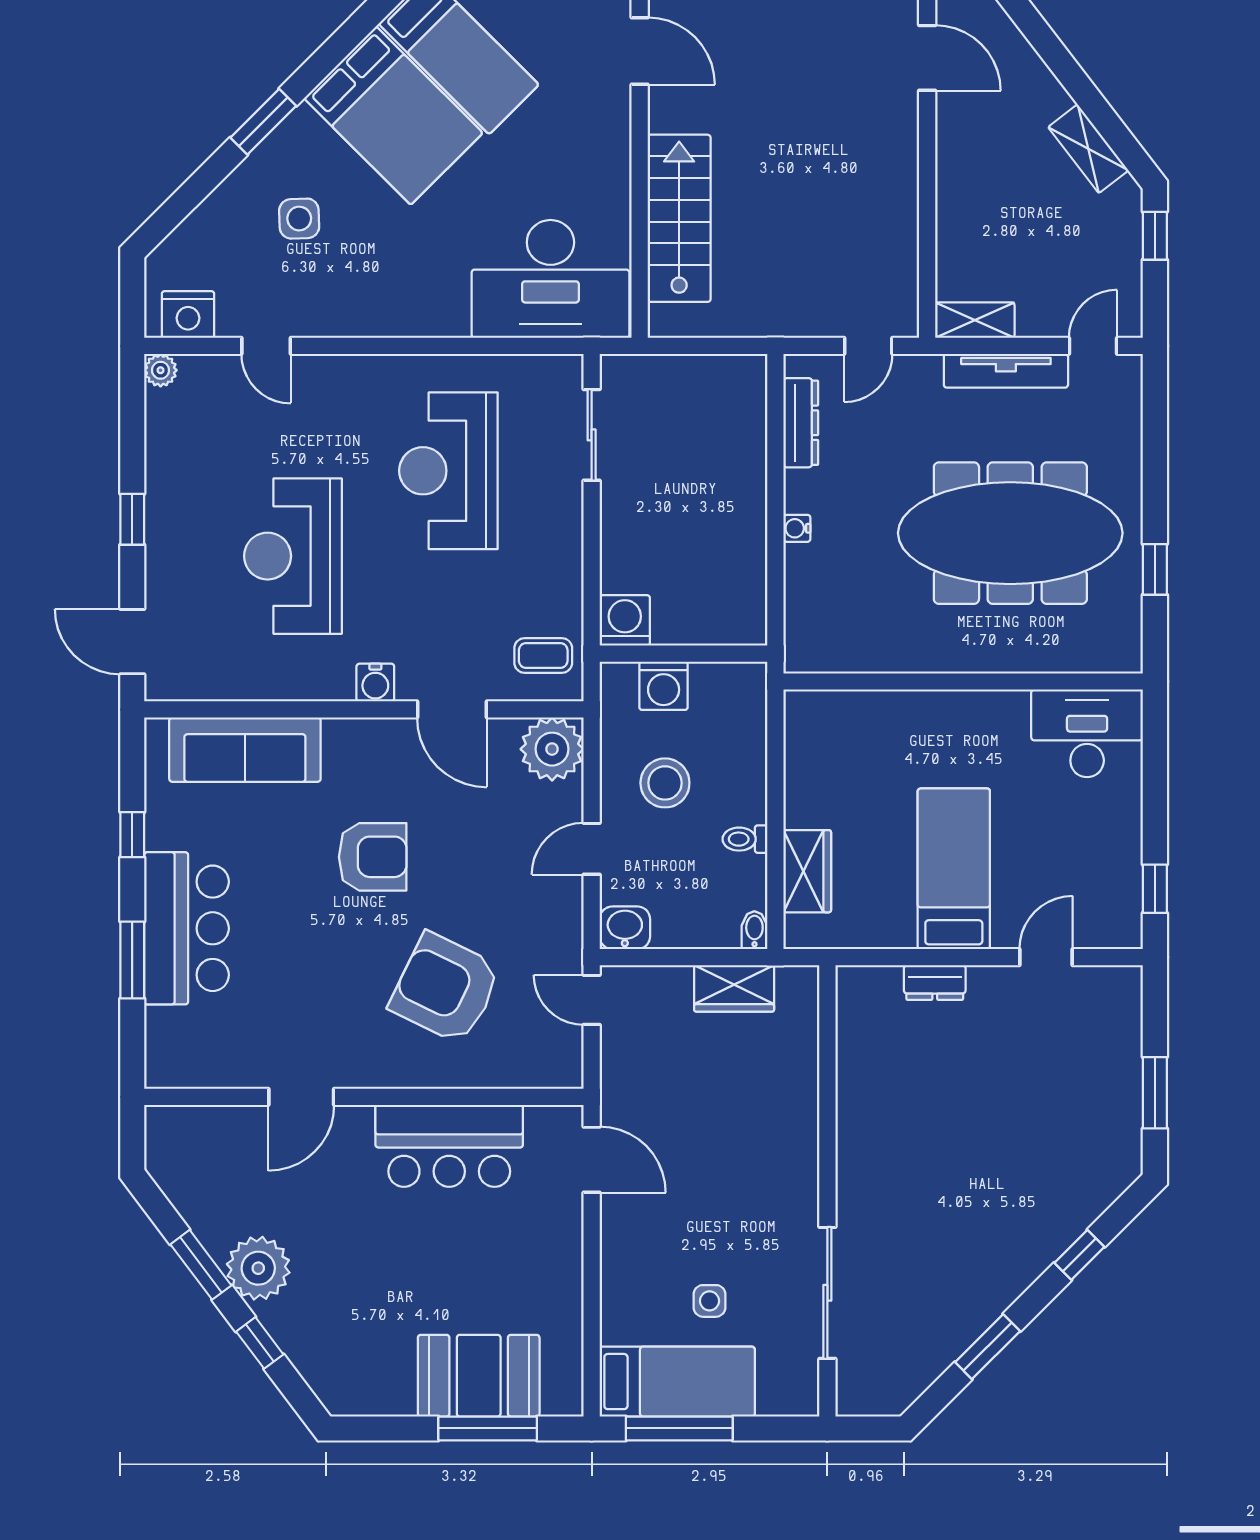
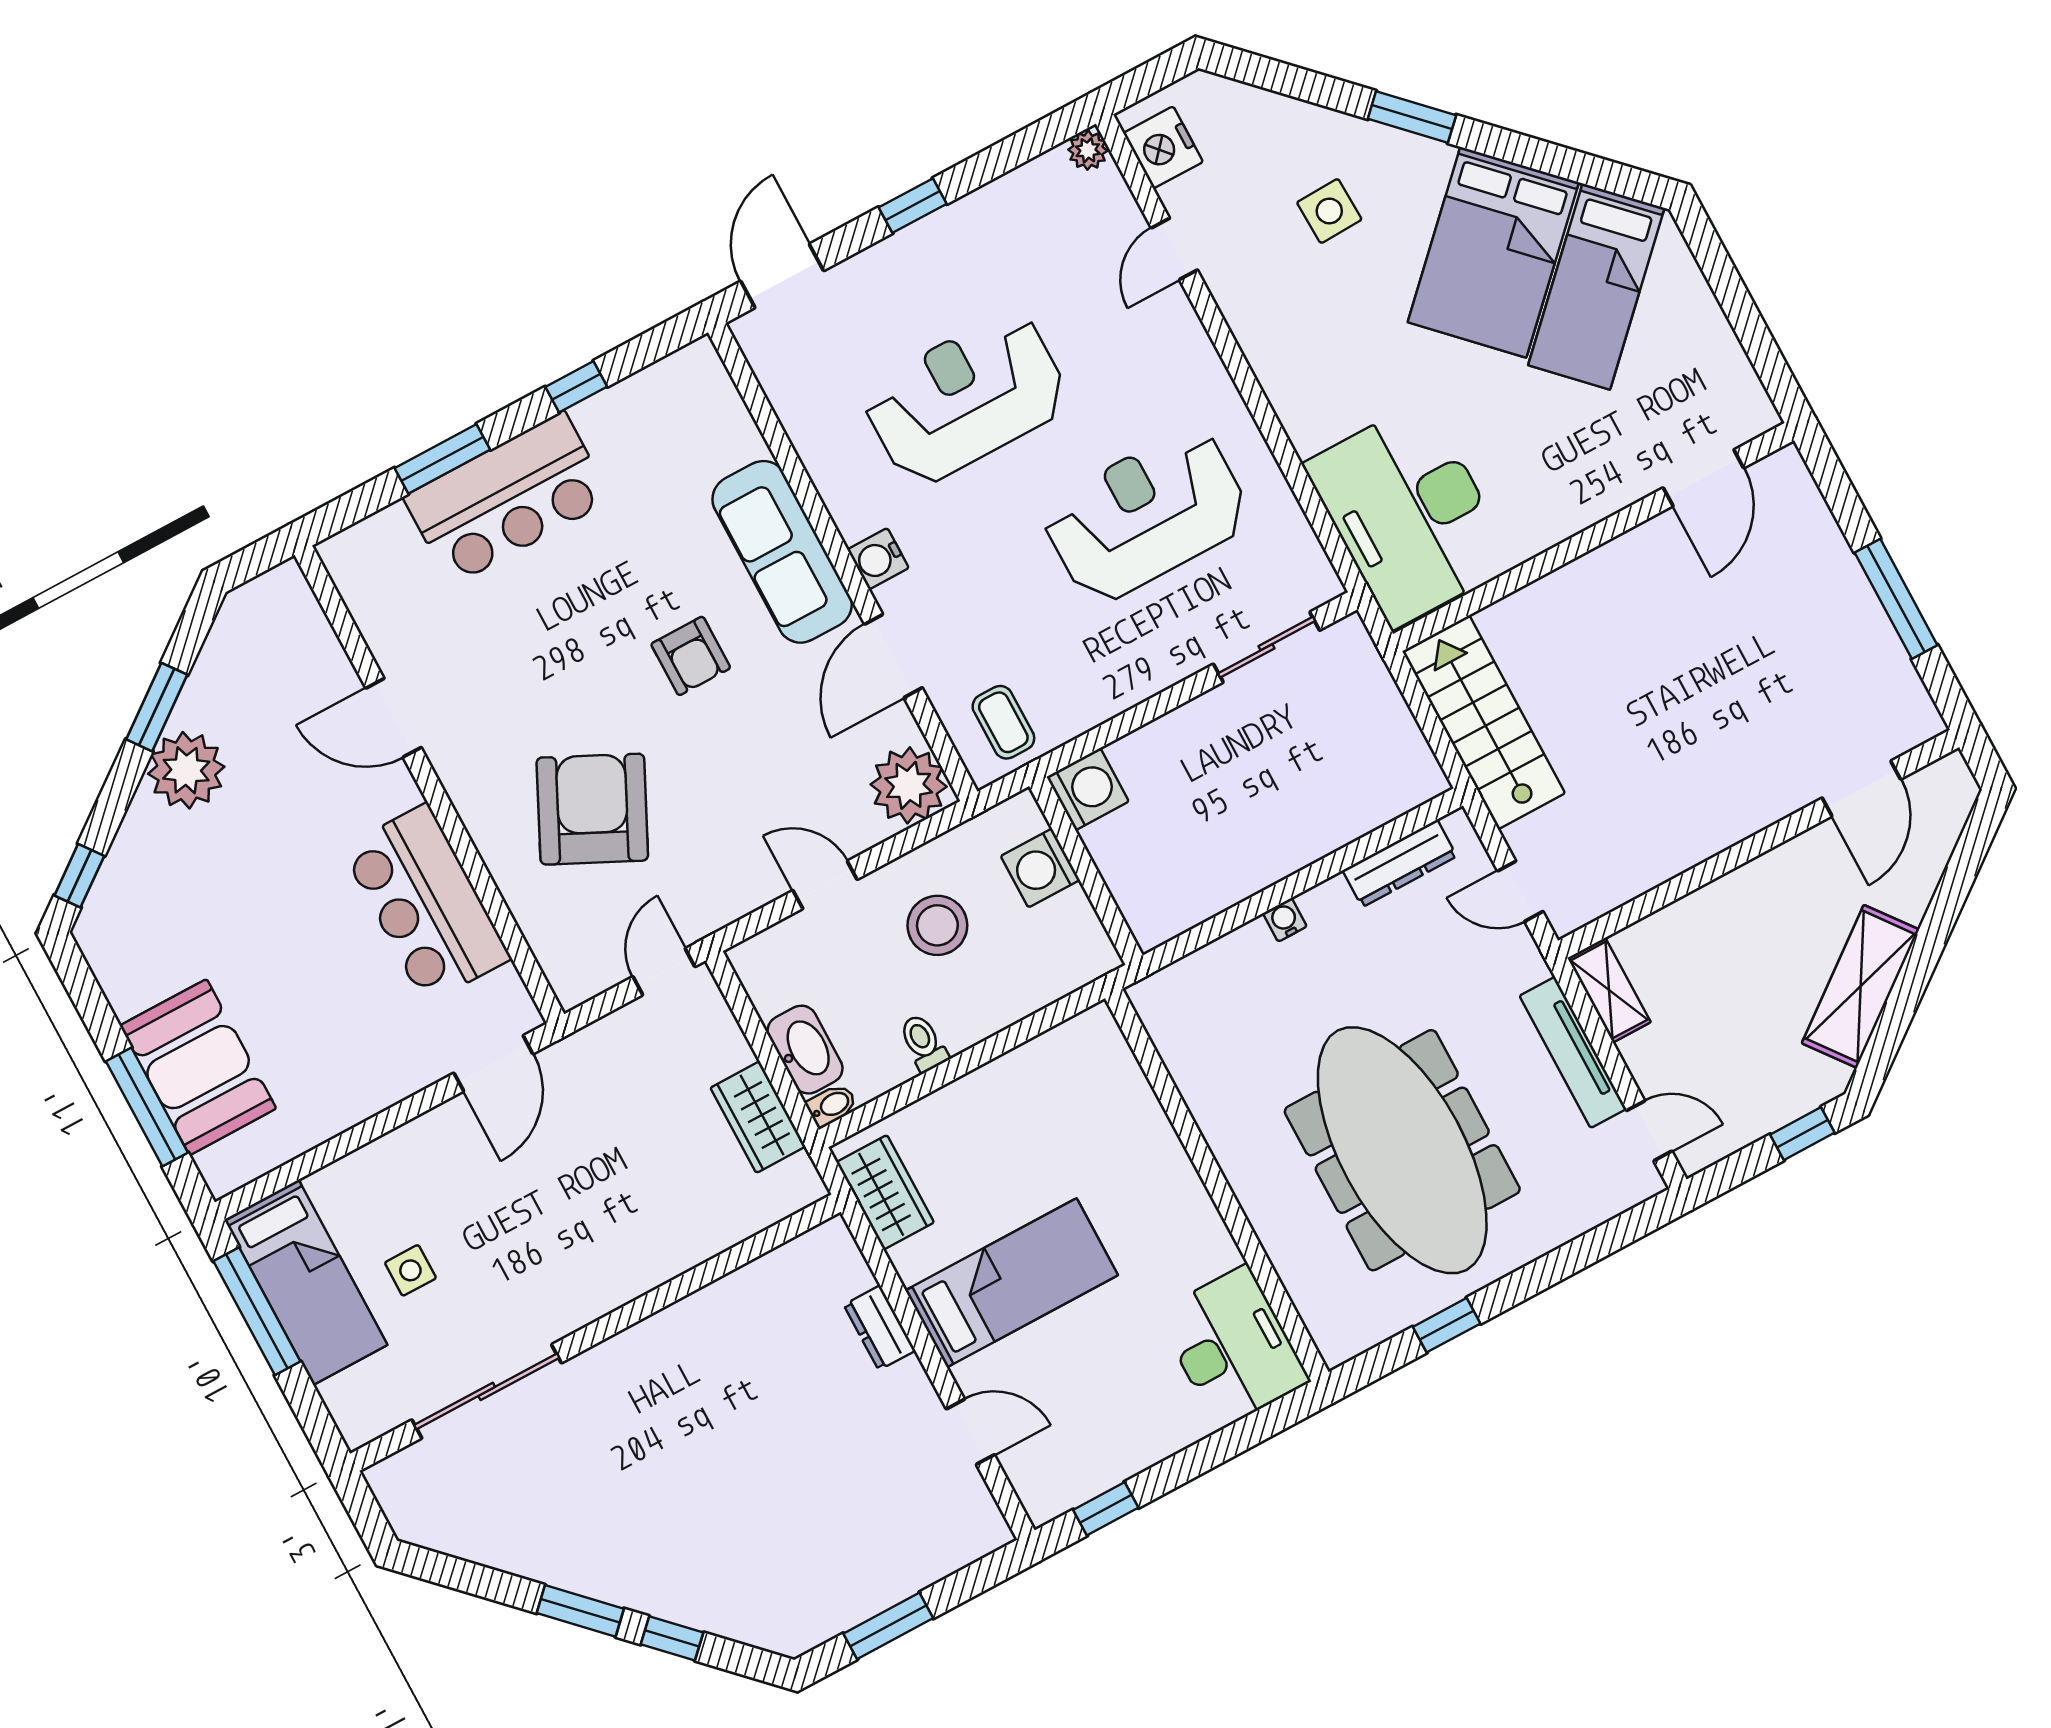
shelving: (1088, 149) -> (1860, 986), width x1.50, depth x1.33
stairs: (679, 218) -> (1484, 722), moved, turned -90
sofa: (245, 750) -> (782, 552), moved
armchair: (373, 857) -> (691, 656), width x0.72, depth x0.72
wardrobe: (807, 871) -> (885, 1192), moved, turned -90
washbasin: (625, 928) -> (805, 1050), moved, width x1.38
window: (260, 1343) -> (79, 876), moved
window: (988, 1347) -> (580, 1611), moved

